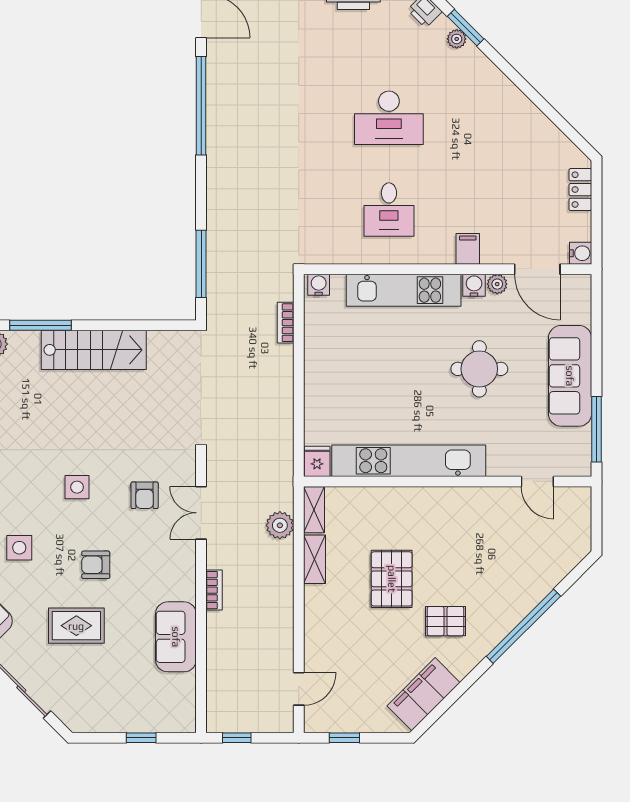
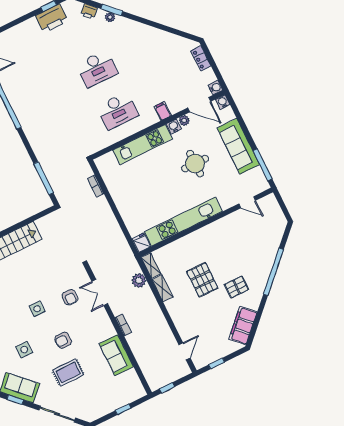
desk: (389, 210) -> (118, 111), width x1.37
water cooler: (319, 285) -> (223, 102), moved

